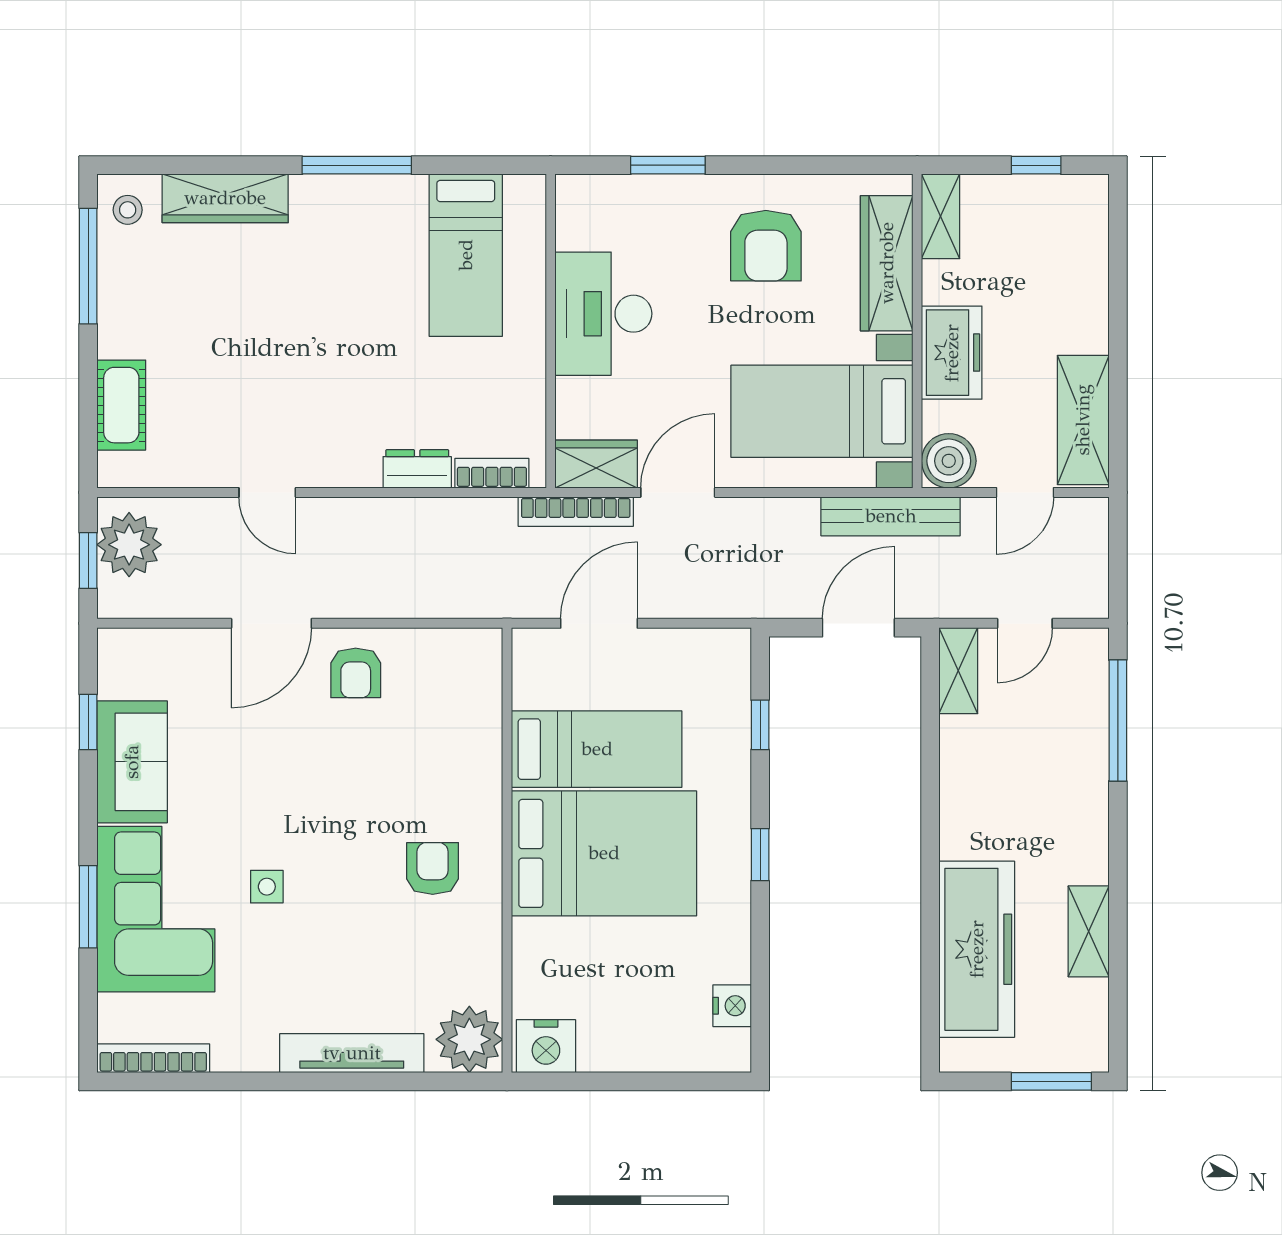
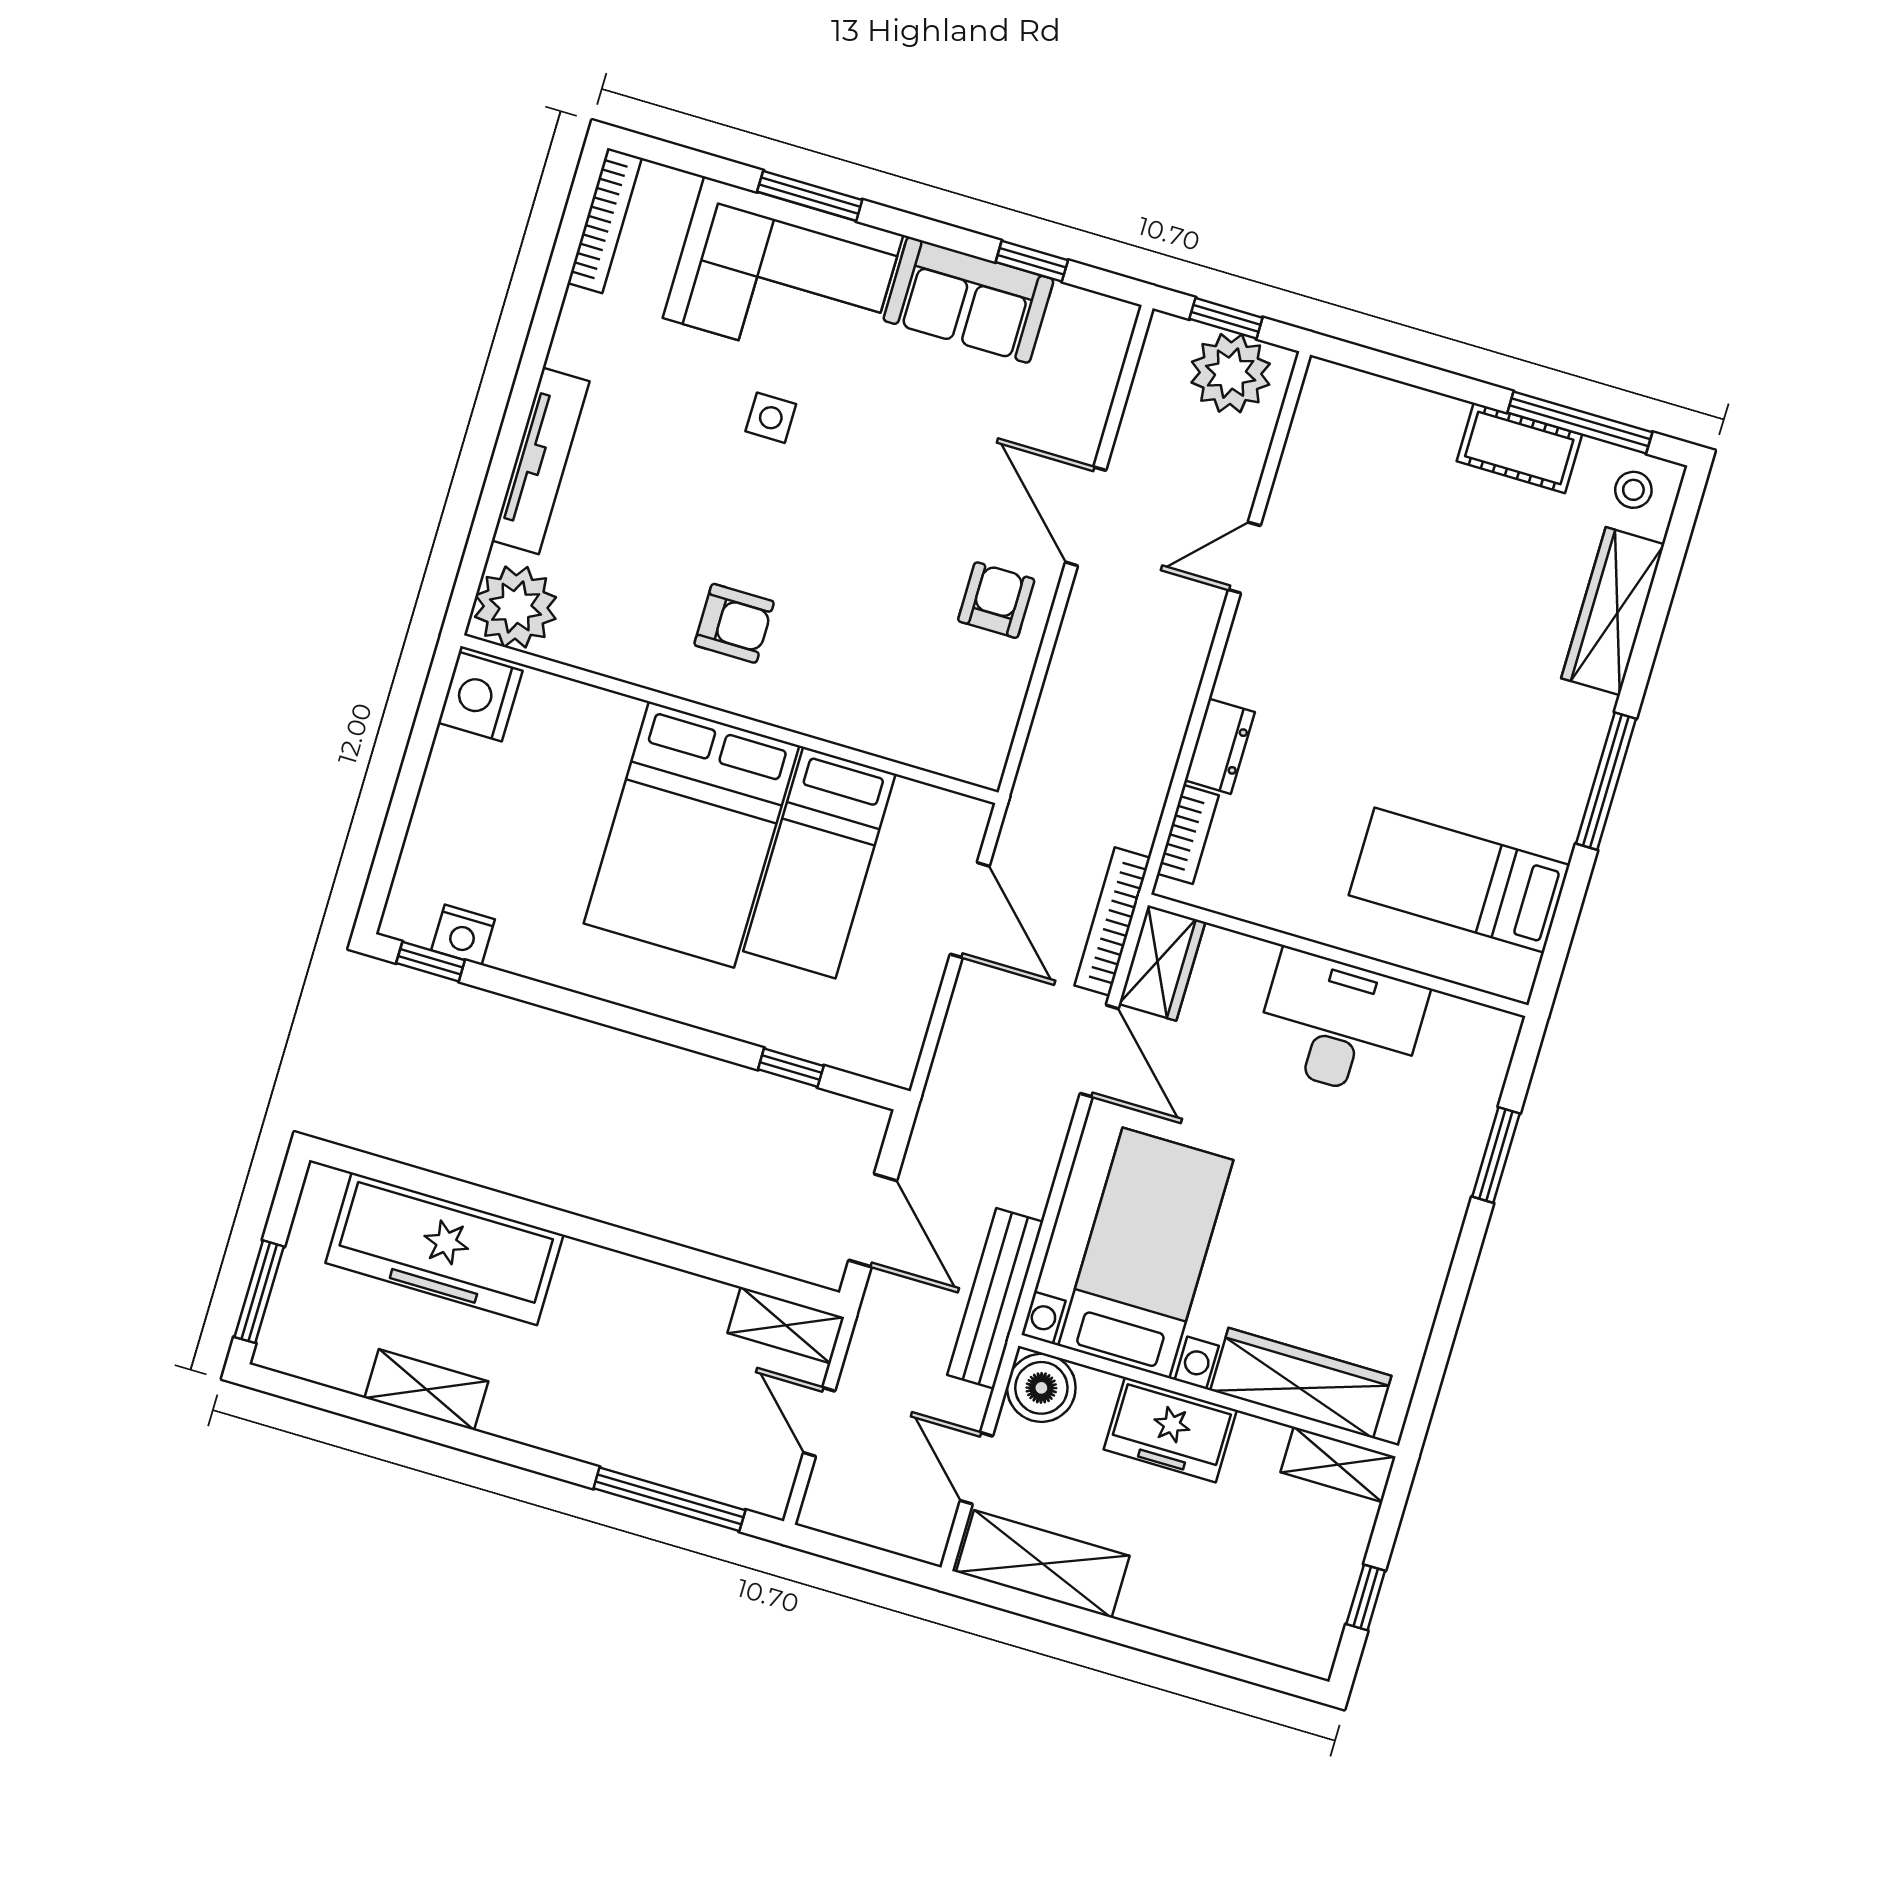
armchair: (766, 246) -> (1365, 1244), removed
cot: (121, 405) -> (1519, 448), moved
armchair: (356, 673) -> (996, 600), turned 90
window: (760, 855) -> (431, 962), moved

